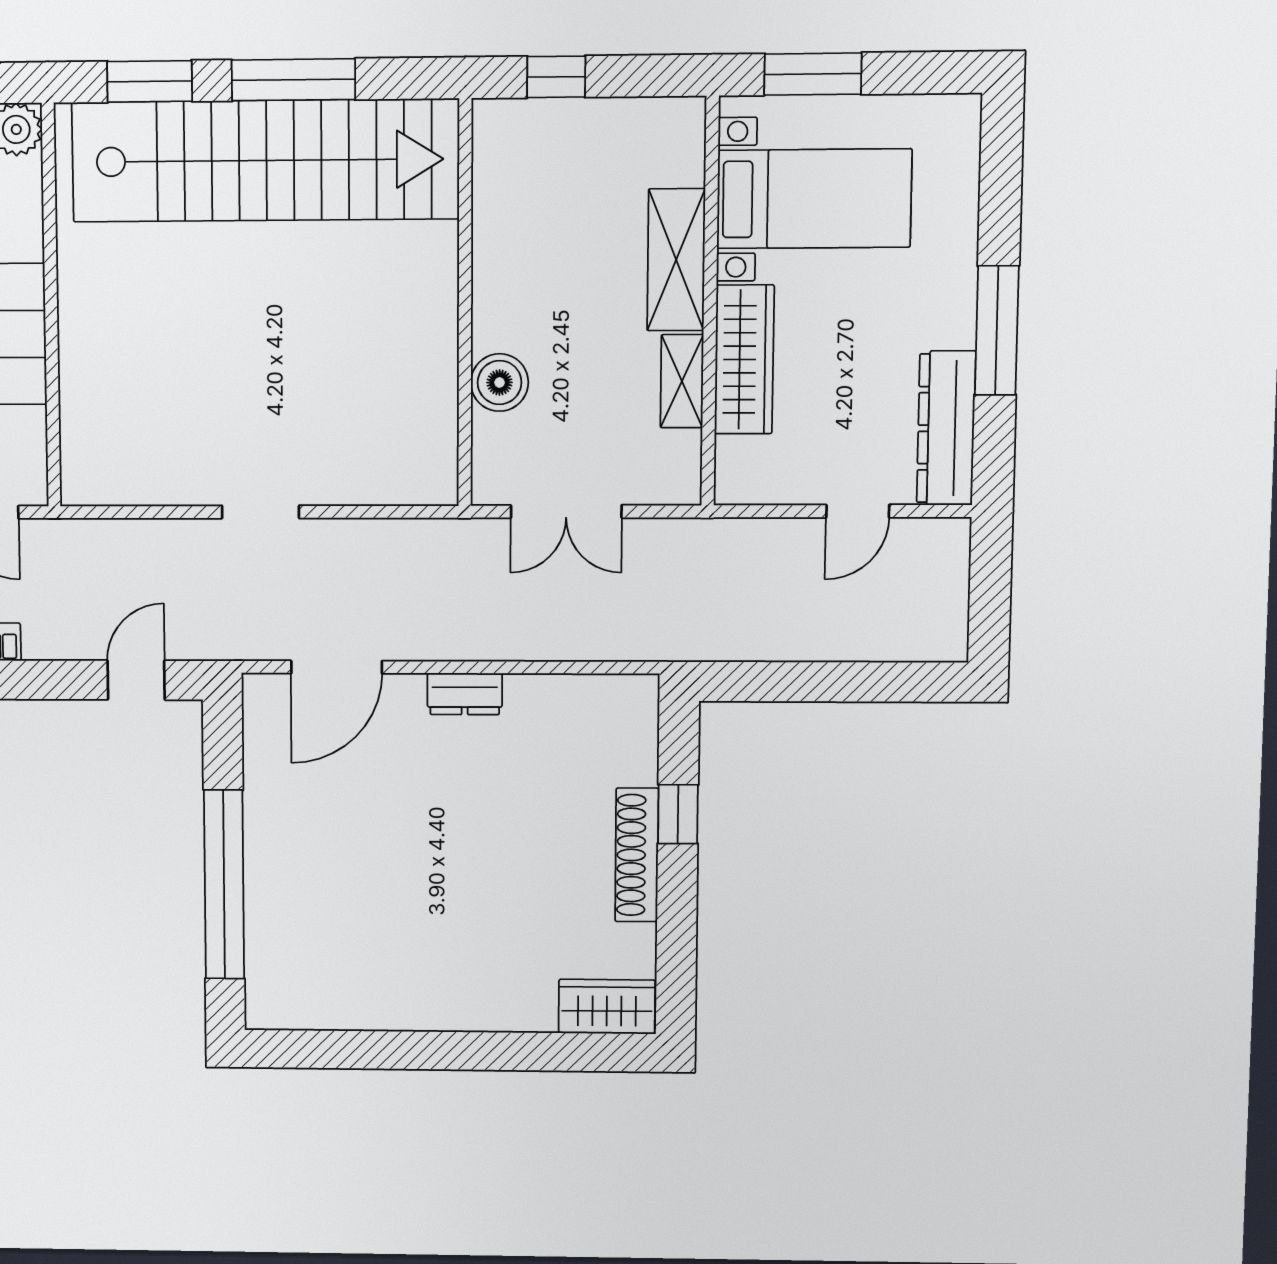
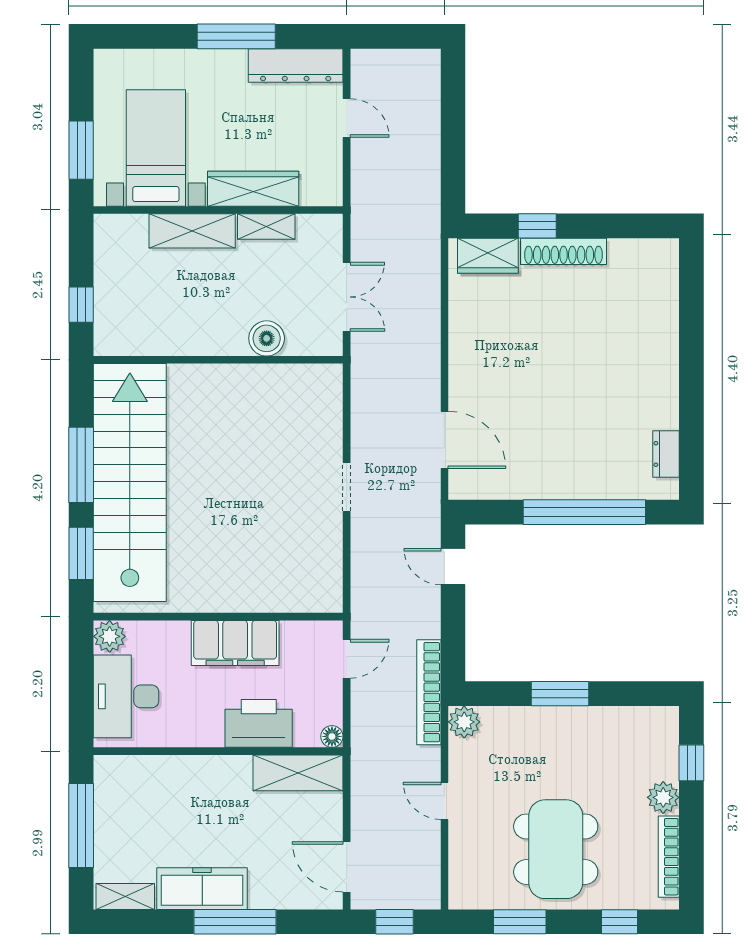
dresser: (465, 694) -> (666, 454), moved, turned 180
wardrobe: (607, 1007) -> (488, 256), moved, turned -90

